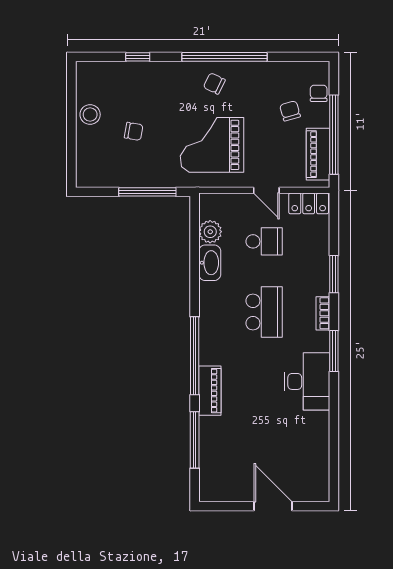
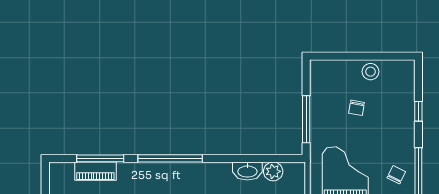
piano: (210, 391) -> (95, 171), moved

